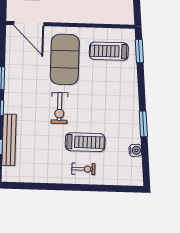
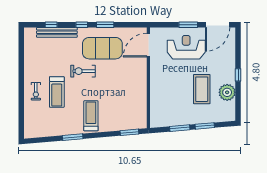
treadmill: (109, 51) -> (91, 116), moved
exercise mat: (65, 59) -> (102, 48), moved
water cooler: (135, 150) -> (52, 132), removed

